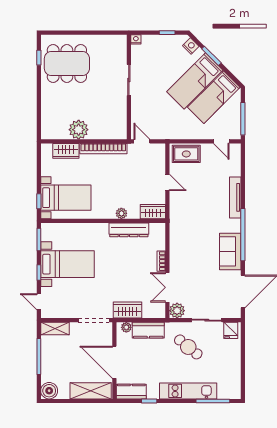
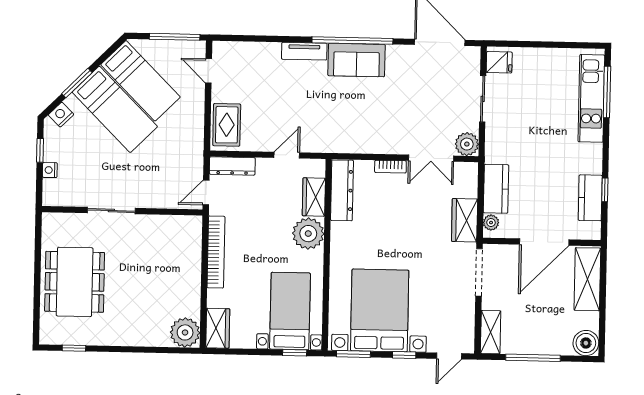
nightstand: (136, 39) -> (50, 170), moved
dining table: (67, 64) -> (75, 282), moved
plant: (79, 130) -> (185, 332), moved
door: (221, 141) -> (209, 71), swing flipped
wardrobe: (66, 151) -> (218, 328), moved
dresser: (160, 158) -> (232, 166), added
door: (167, 182) -> (287, 155), moved
tv unit: (235, 197) -> (304, 51), width x0.71
wardrobe: (153, 212) -> (314, 197), moved
plant: (121, 213) -> (308, 234), width x1.88, depth x1.88
dresser: (129, 230) -> (342, 190), moved
sofa: (230, 251) -> (356, 60), moved
bed with nightstands: (68, 264) -> (380, 310), width x1.36
cafe table: (188, 347) -> (523, 128), removed
kitchen unit: (188, 391) -> (591, 98), moved
kitchen counter: (131, 392) -> (590, 198), moved

